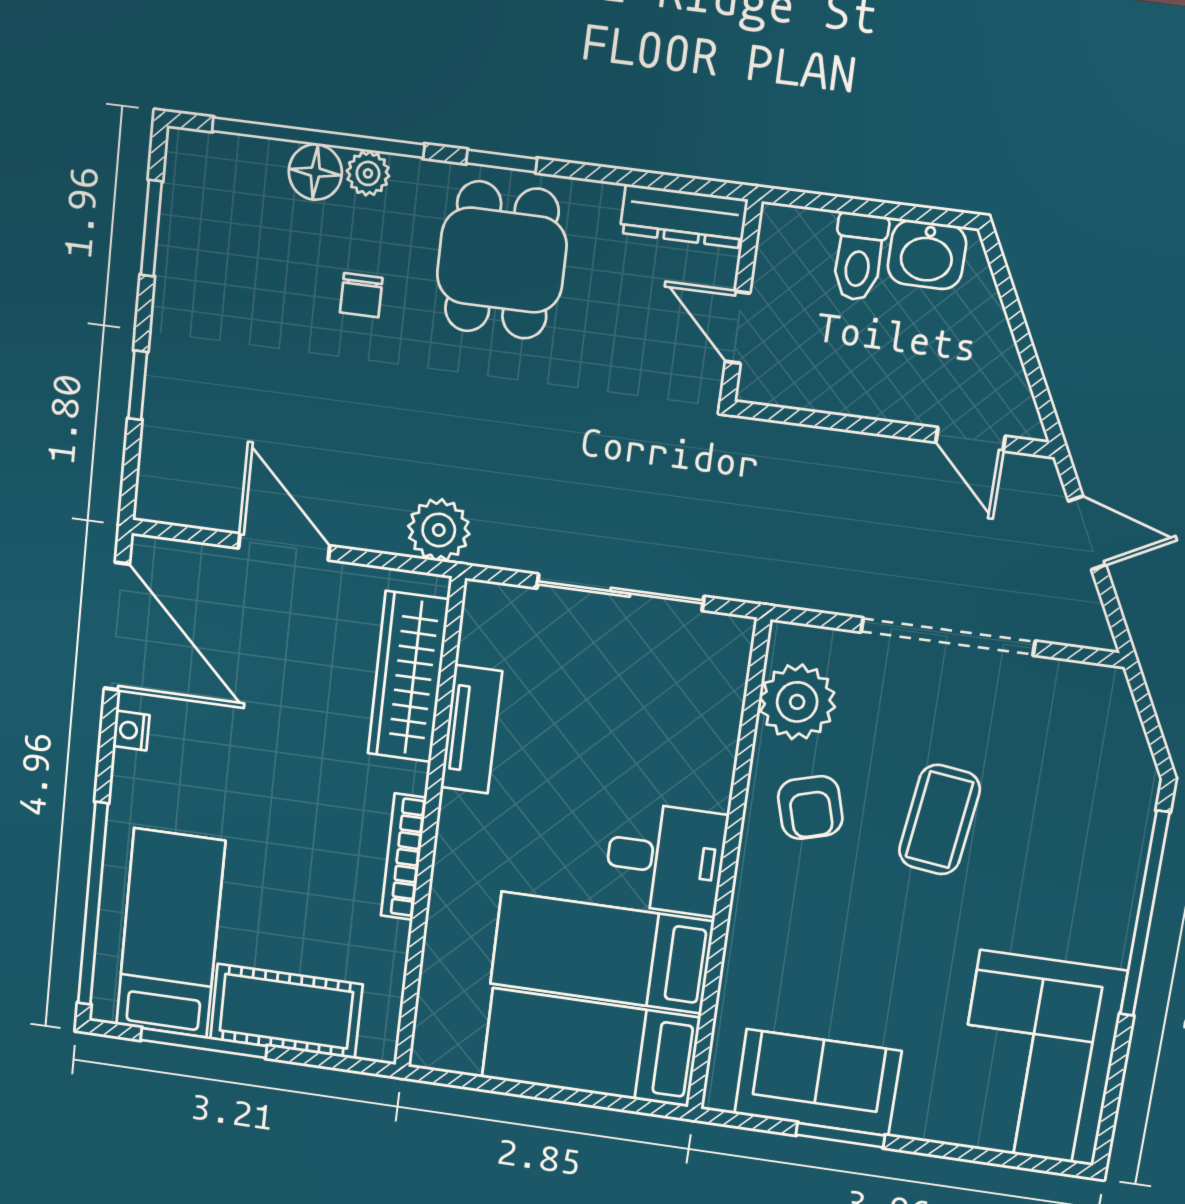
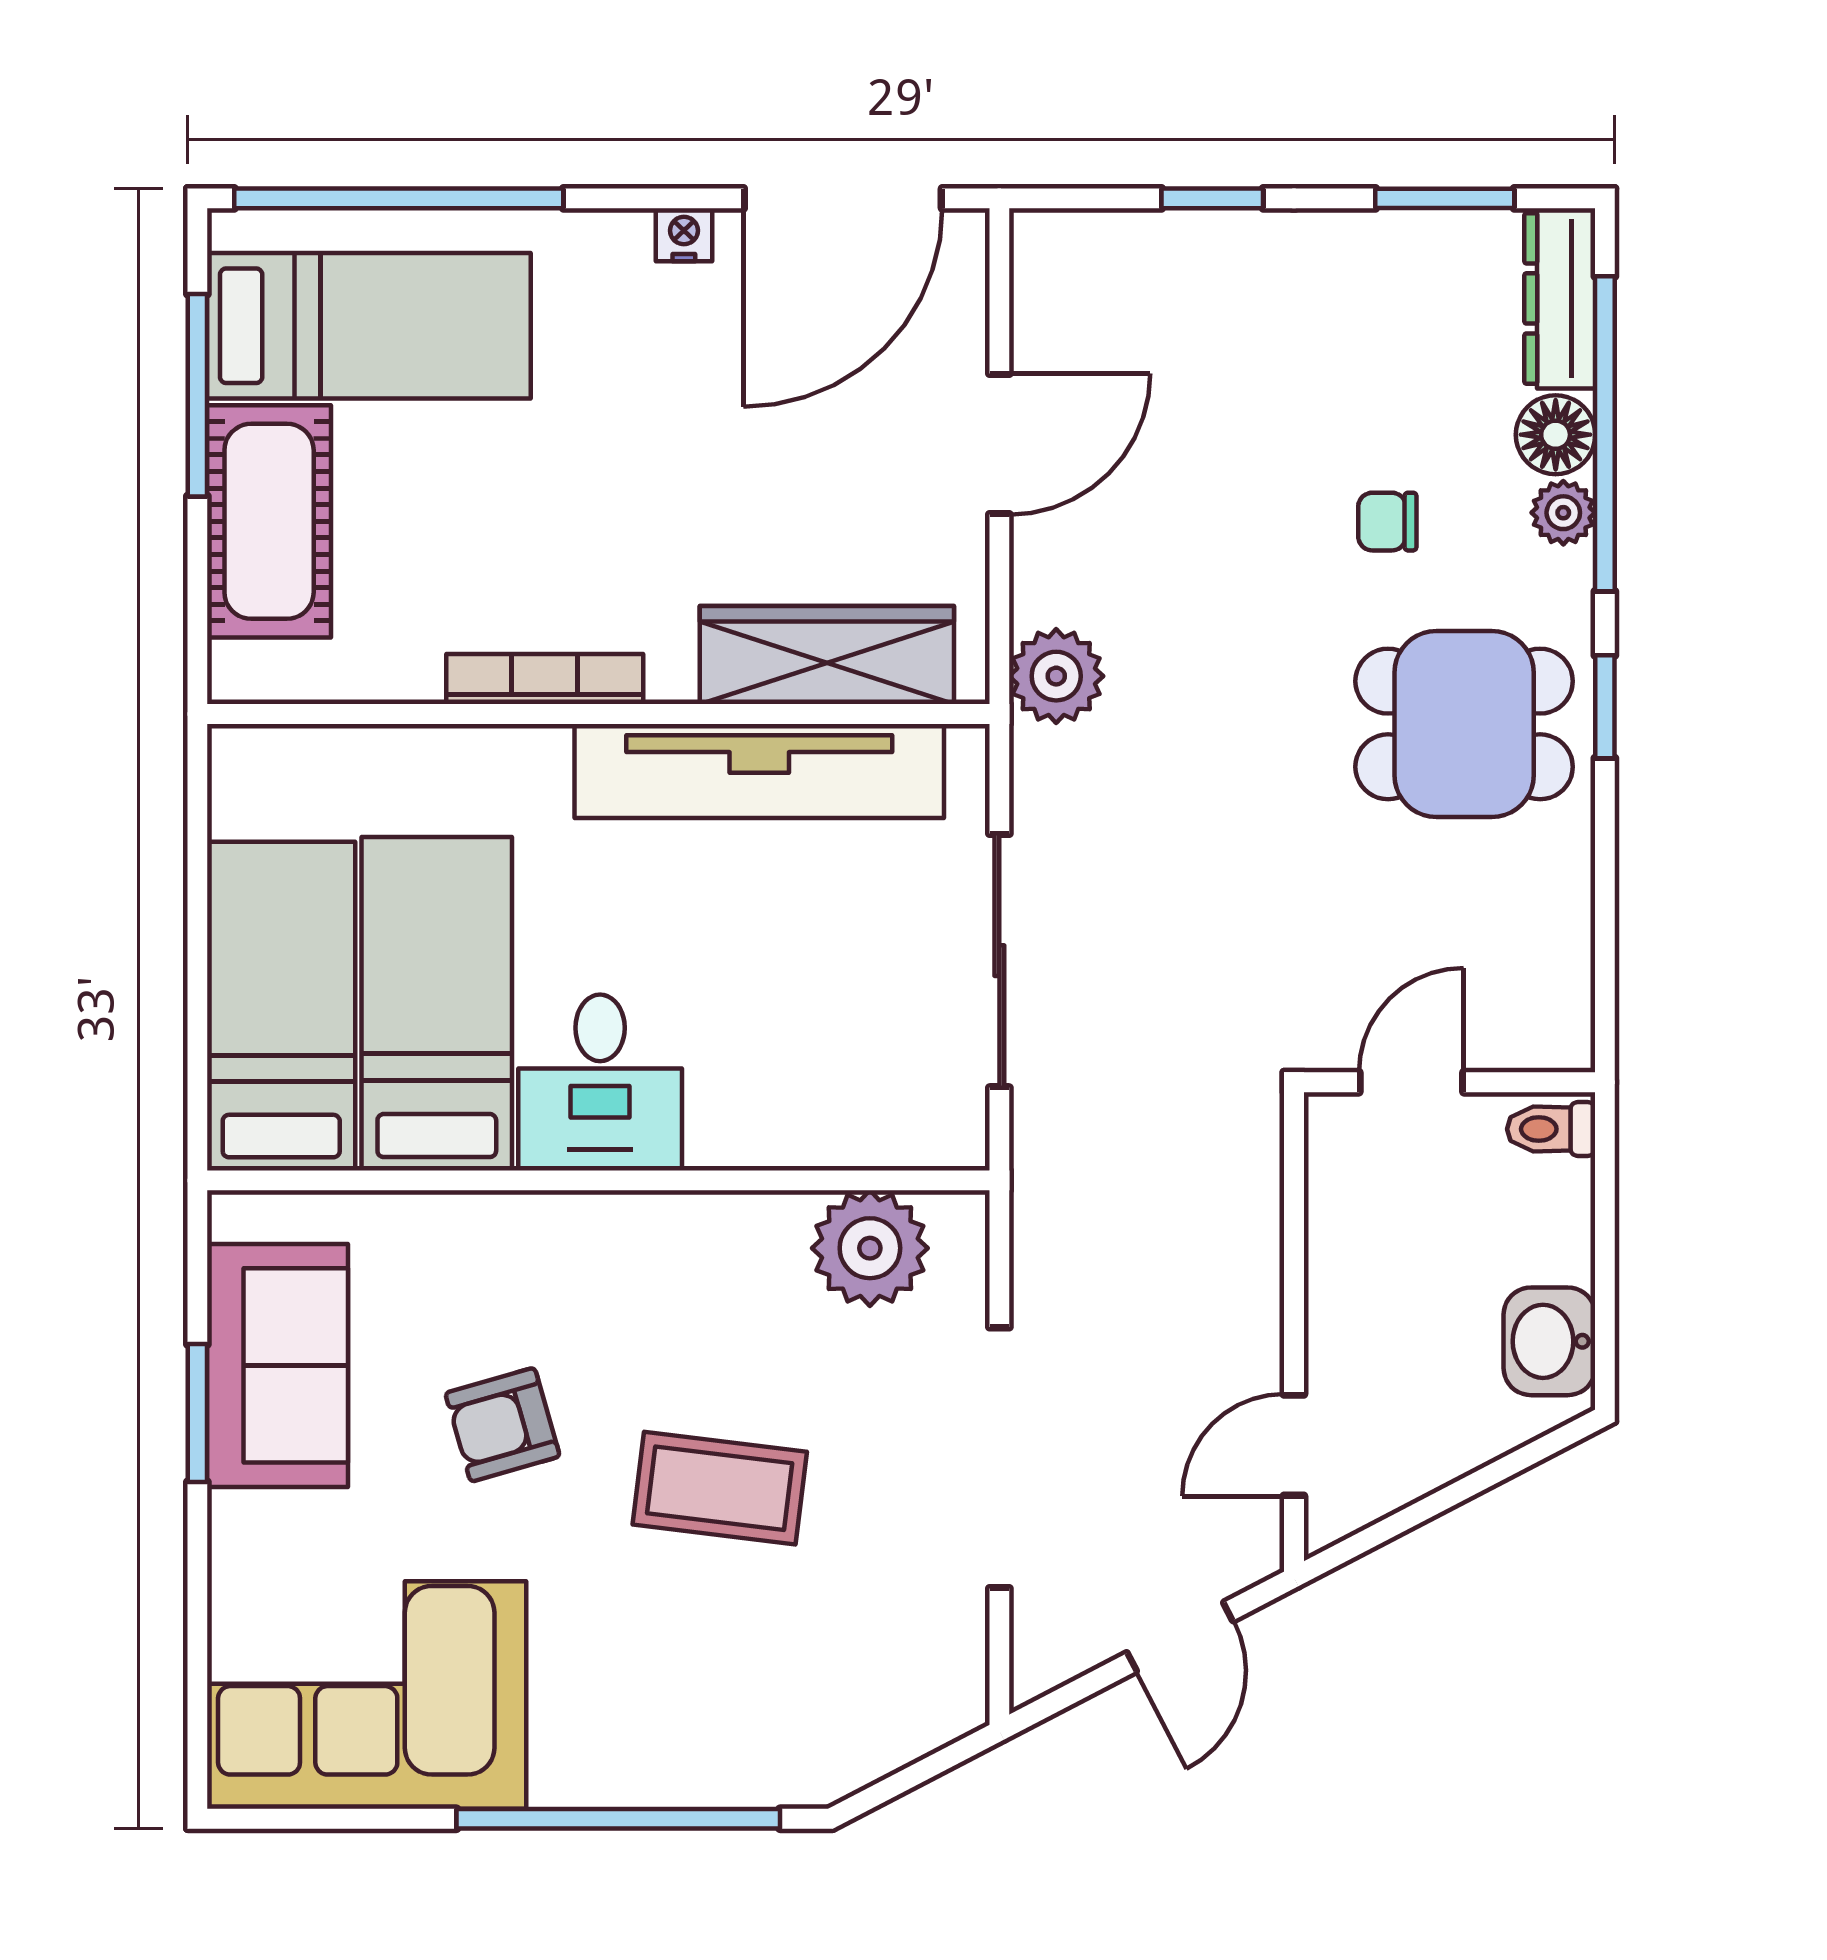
dresser: (684, 216) -> (1560, 298), moved
toilet: (859, 257) -> (1551, 1129), moved, width x0.73, depth x0.72
tv unit: (471, 729) -> (759, 771), width x1.92, depth x1.29
armchair: (810, 807) -> (503, 1425), moved

